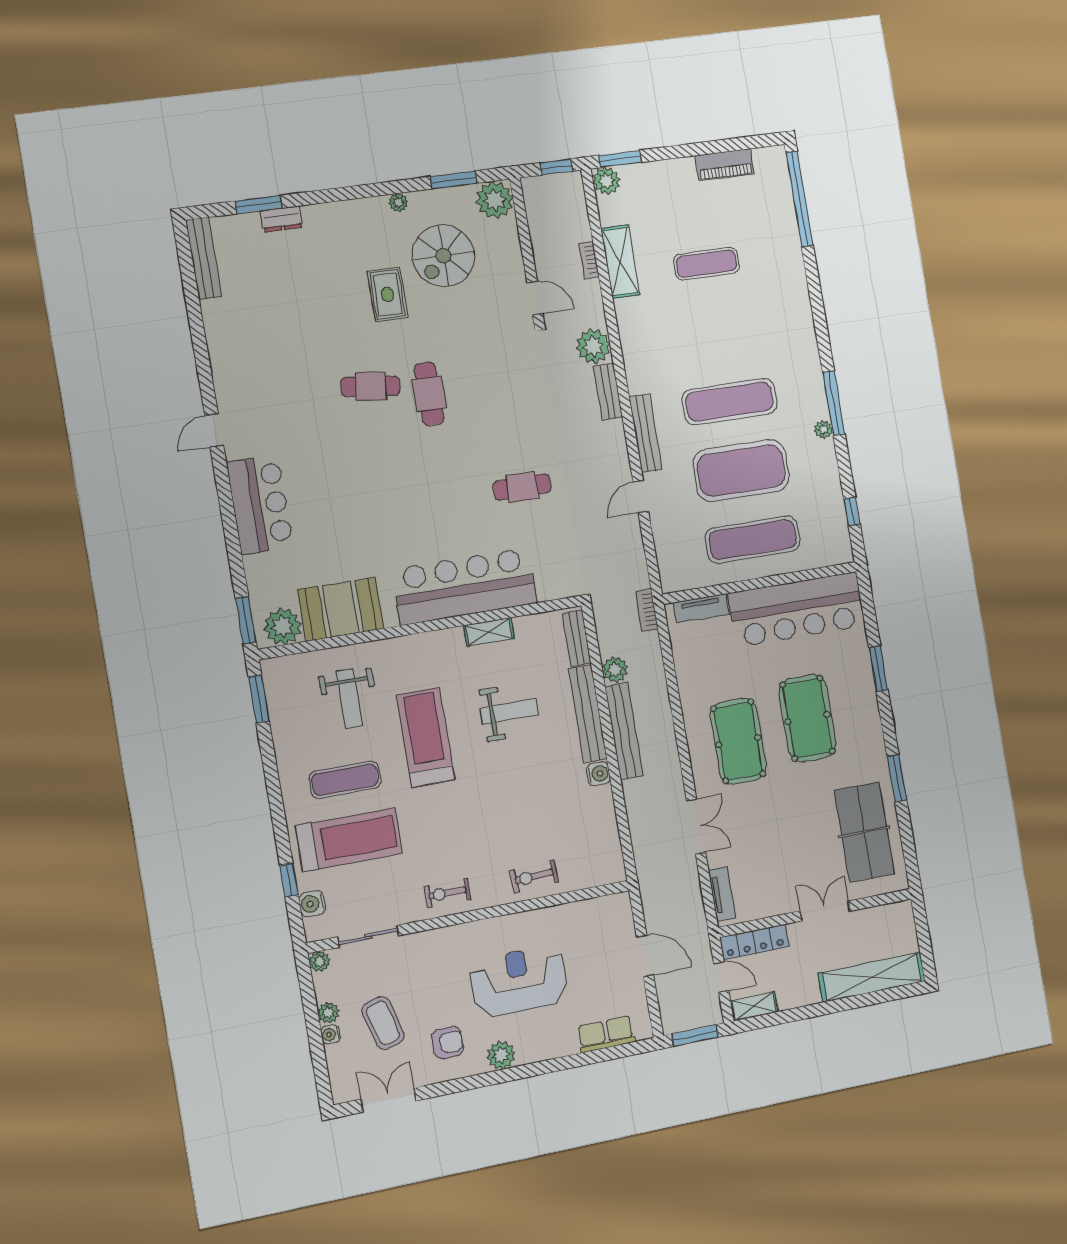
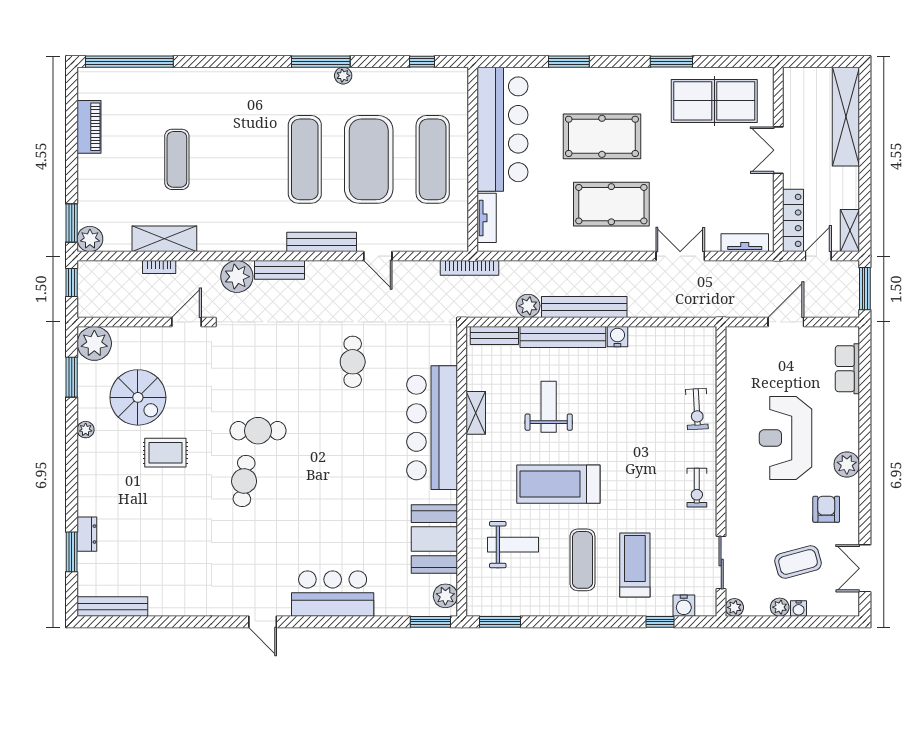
bookcase: (647, 610) -> (469, 268), width x1.56
plant: (283, 627) -> (445, 596), width x0.73, depth x0.73
treadmill: (349, 840) -> (635, 565), width x0.73, depth x0.73

